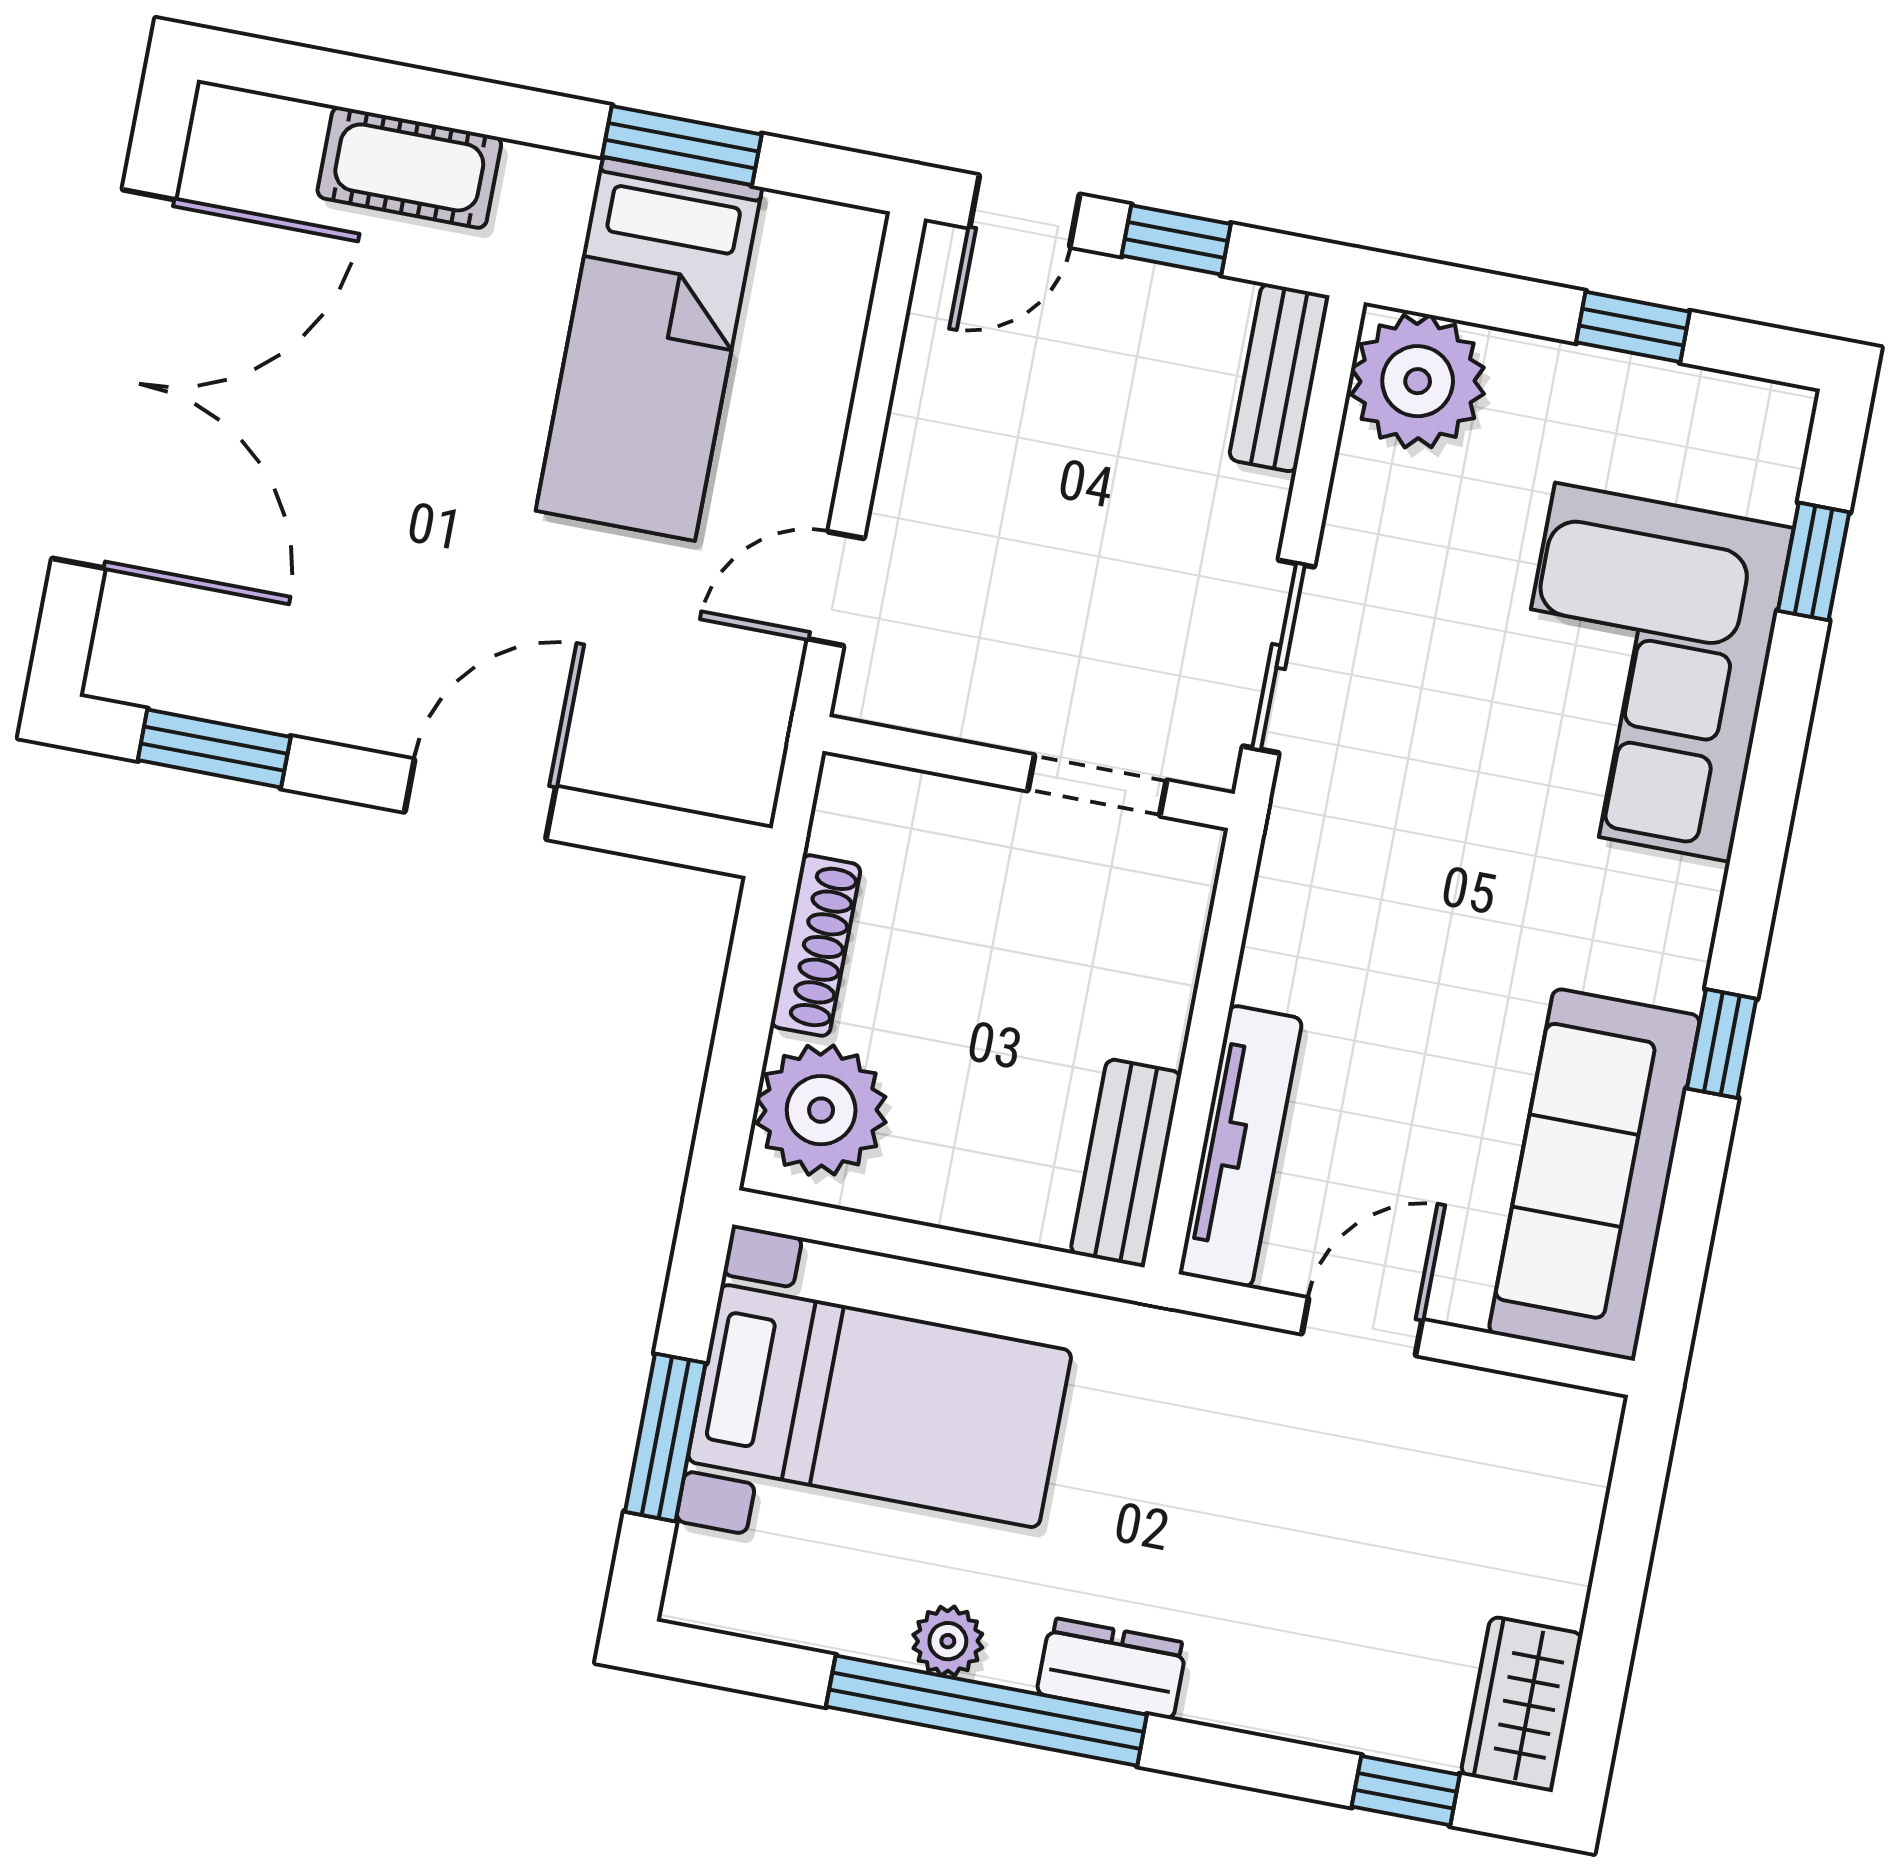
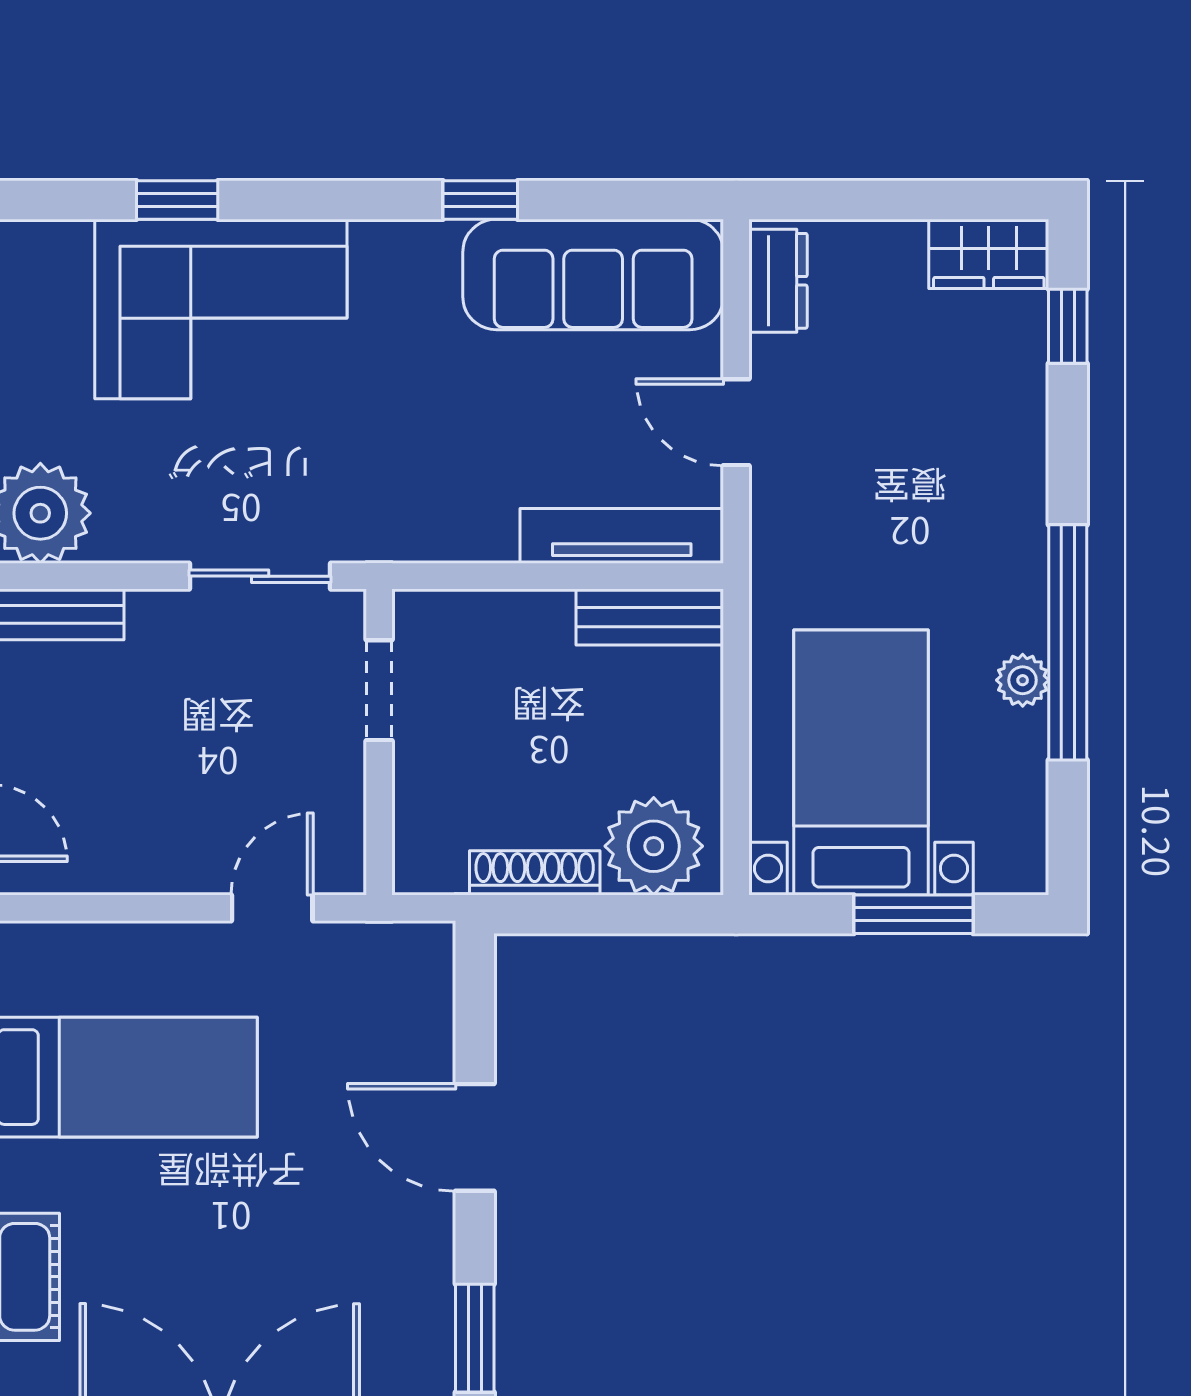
window: (1814, 561) -> (177, 200), moved
door: (836, 589) -> (272, 908), swing flipped
dresser: (1112, 1668) -> (778, 281), moved, turned 180

